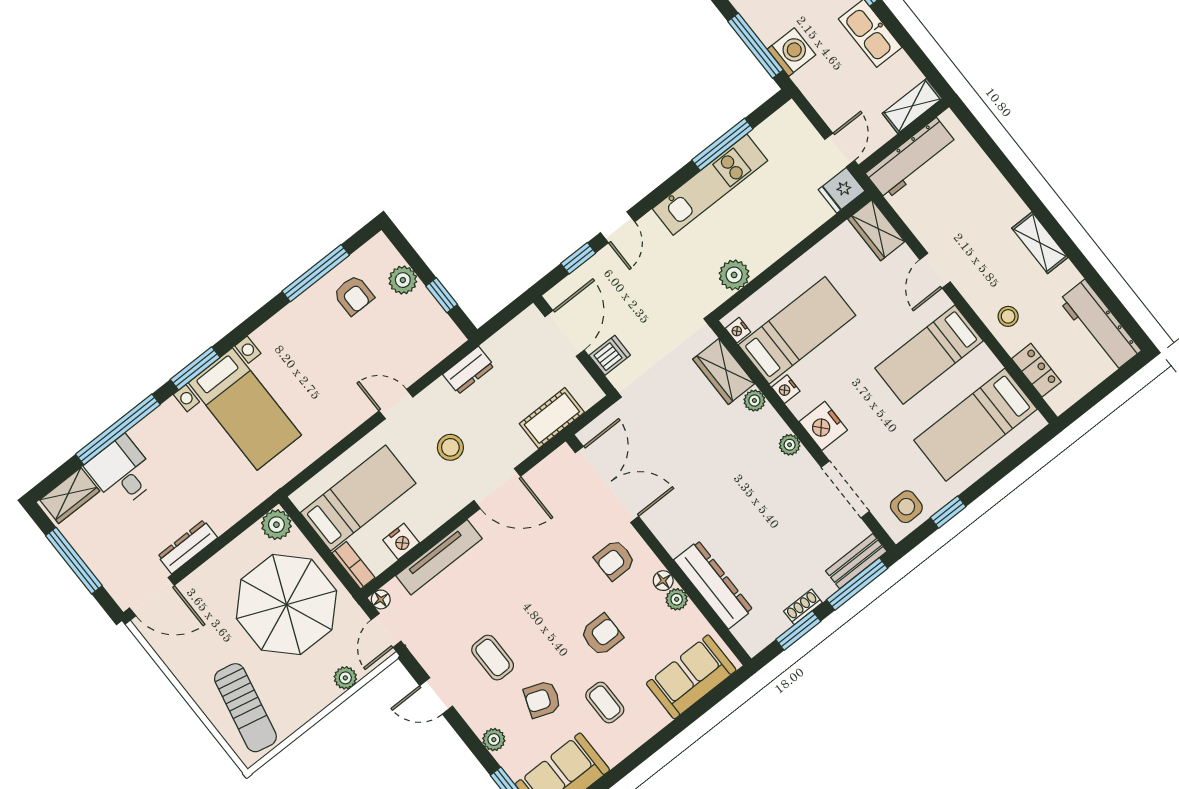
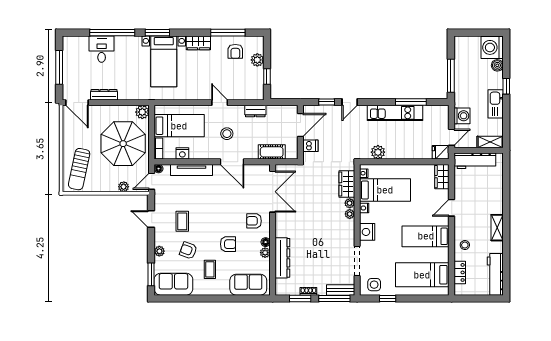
washing machine: (791, 52) -> (462, 116), moved
plant: (790, 445) -> (350, 214), moved
wardrobe: (70, 495) -> (198, 43), moved

